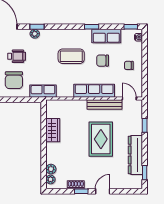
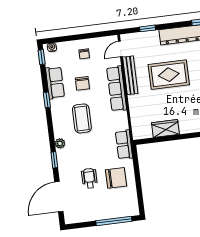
plant: (35, 34) -> (60, 143), moved

